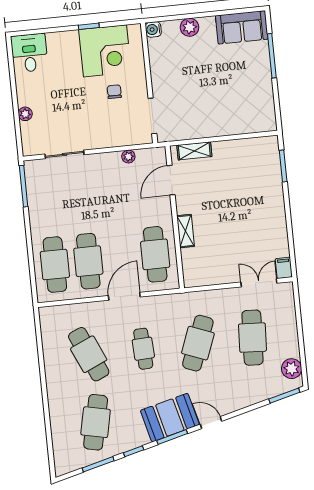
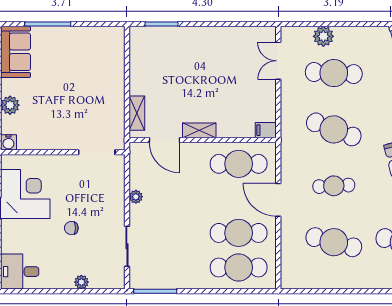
chair: (114, 92) -> (71, 228), moved
plant: (128, 157) -> (136, 197), moved
shelving: (186, 231) -> (199, 130), moved
filing cabinet: (284, 268) -> (266, 130), moved
cafe table: (89, 354) -> (334, 242), turned 39
plant: (292, 369) -> (323, 36), moved

